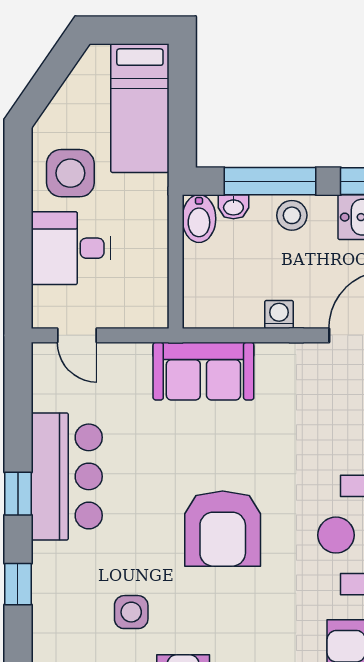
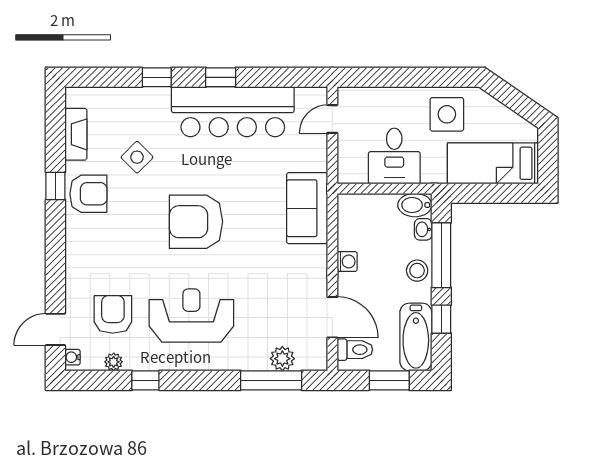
desk: (71, 248) -> (394, 156), moved, turned 180
bar counter: (67, 476) -> (233, 112), width x1.36
side table: (131, 612) -> (137, 157), turned 45

